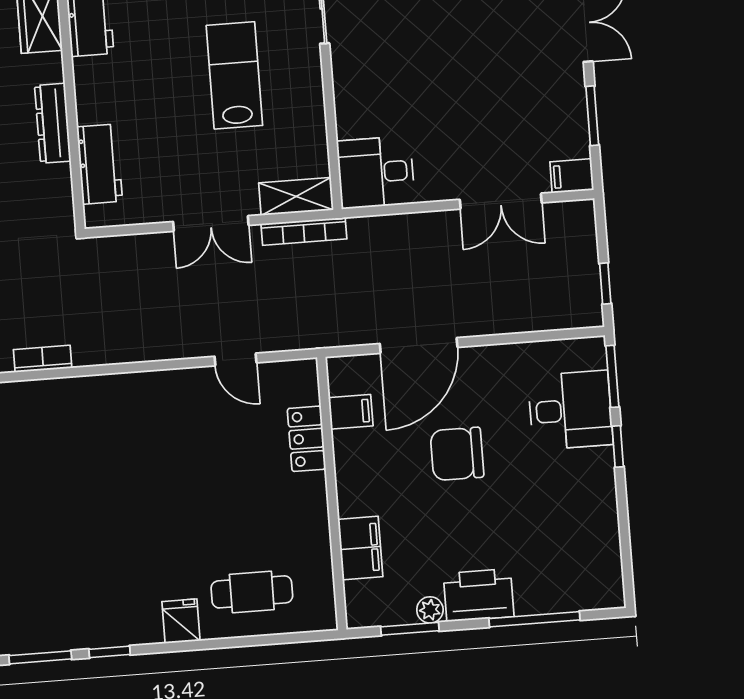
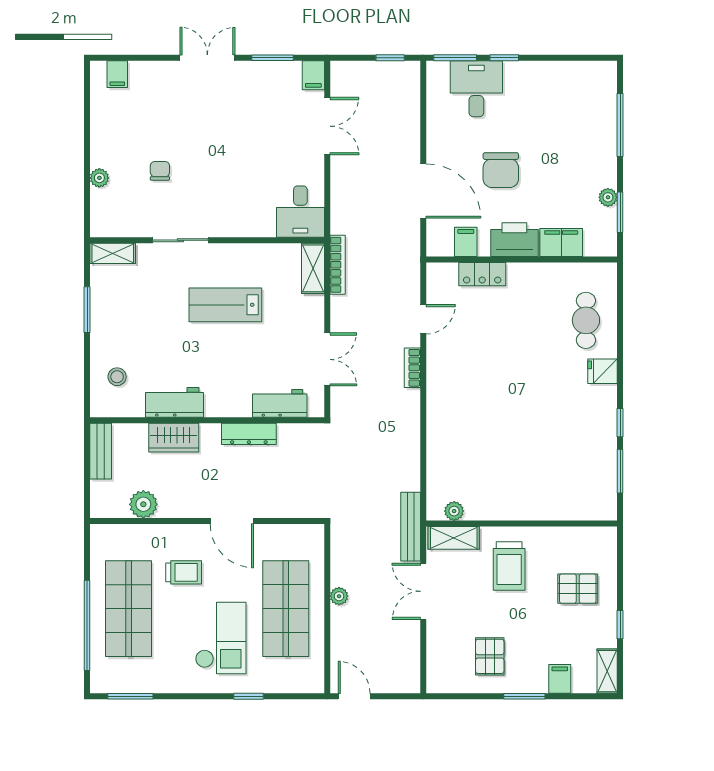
double door: (211, 224) -> (327, 359), moved
bookcase: (43, 359) -> (412, 368), moved
printer: (479, 595) -> (514, 240), moved, turned 90

